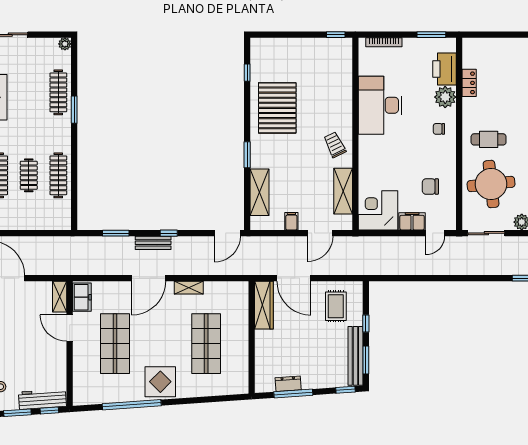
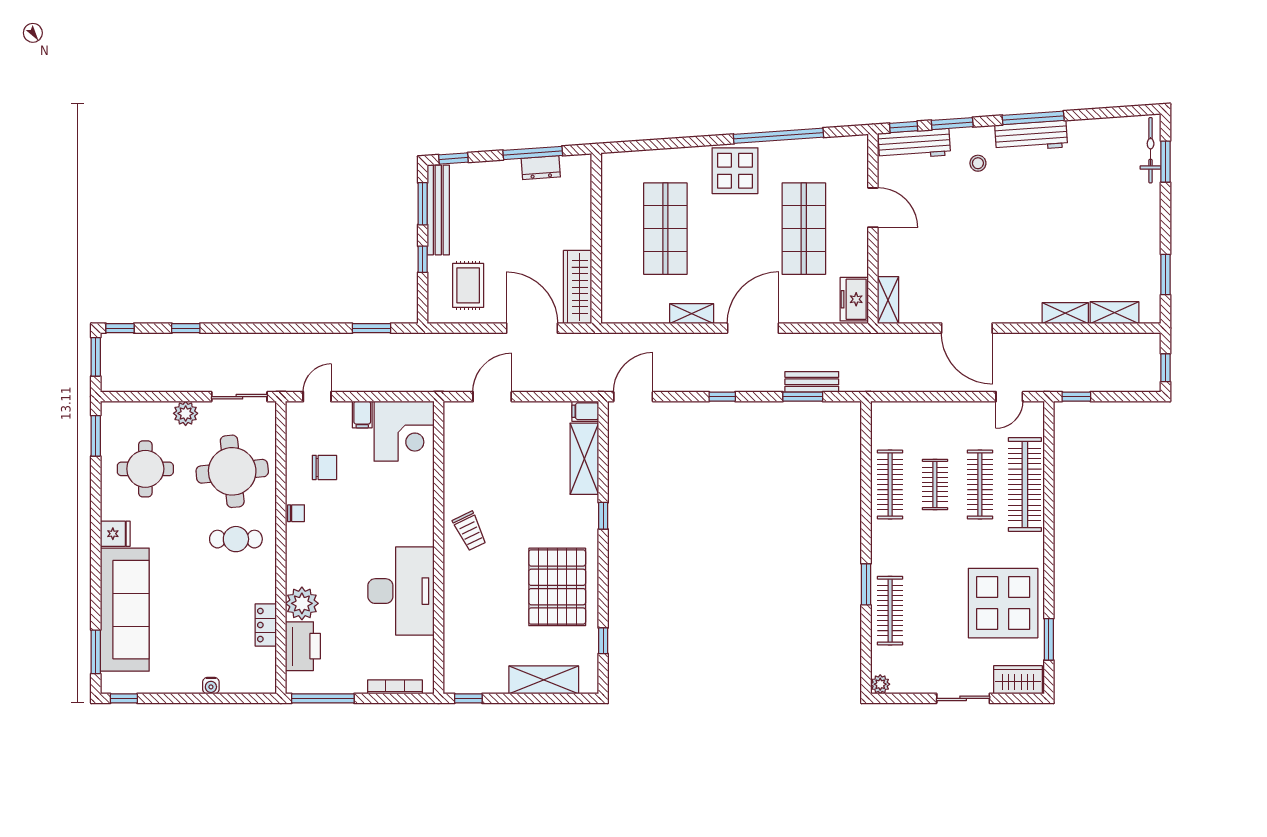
window: (431, 35) -> (323, 698), width x1.44
water cooler: (505, 43) -> (211, 686), added
chair: (439, 129) -> (296, 513), moved
window: (247, 155) -> (603, 516), width x0.67
shelving: (343, 191) -> (544, 680), moved, turned 90
filing cabinet: (291, 221) -> (585, 411), moved, turned 90
filing cabinet: (412, 221) -> (362, 415), width x0.50
bench: (153, 243) -> (812, 382), moved
window: (399, 278) -> (371, 328), added
door: (70, 328) -> (873, 208), moved

